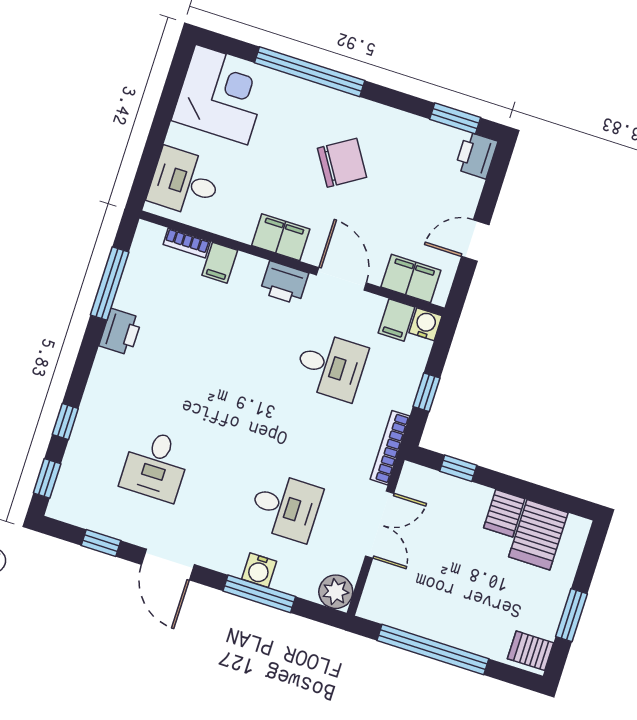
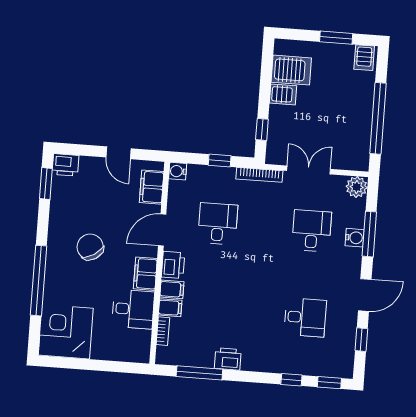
desk: (185, 182) -> (133, 309), moved, turned -90
filing cabinet: (396, 320) -> (172, 289), moved

